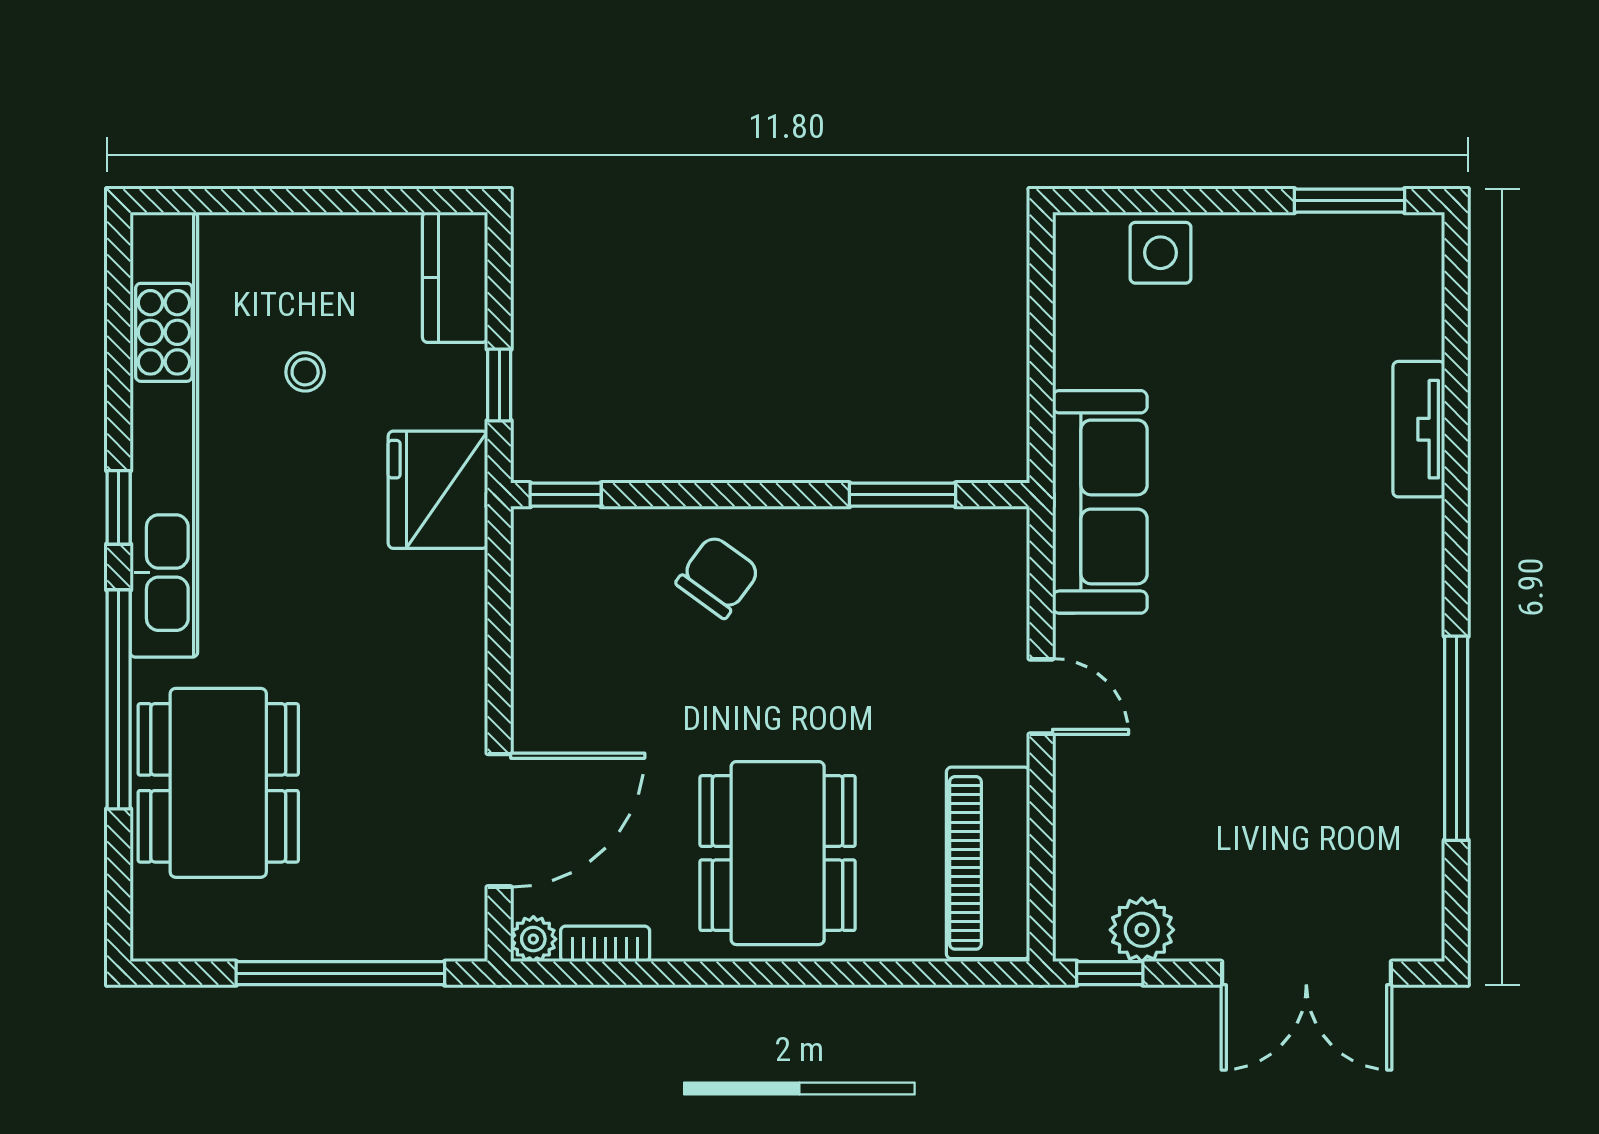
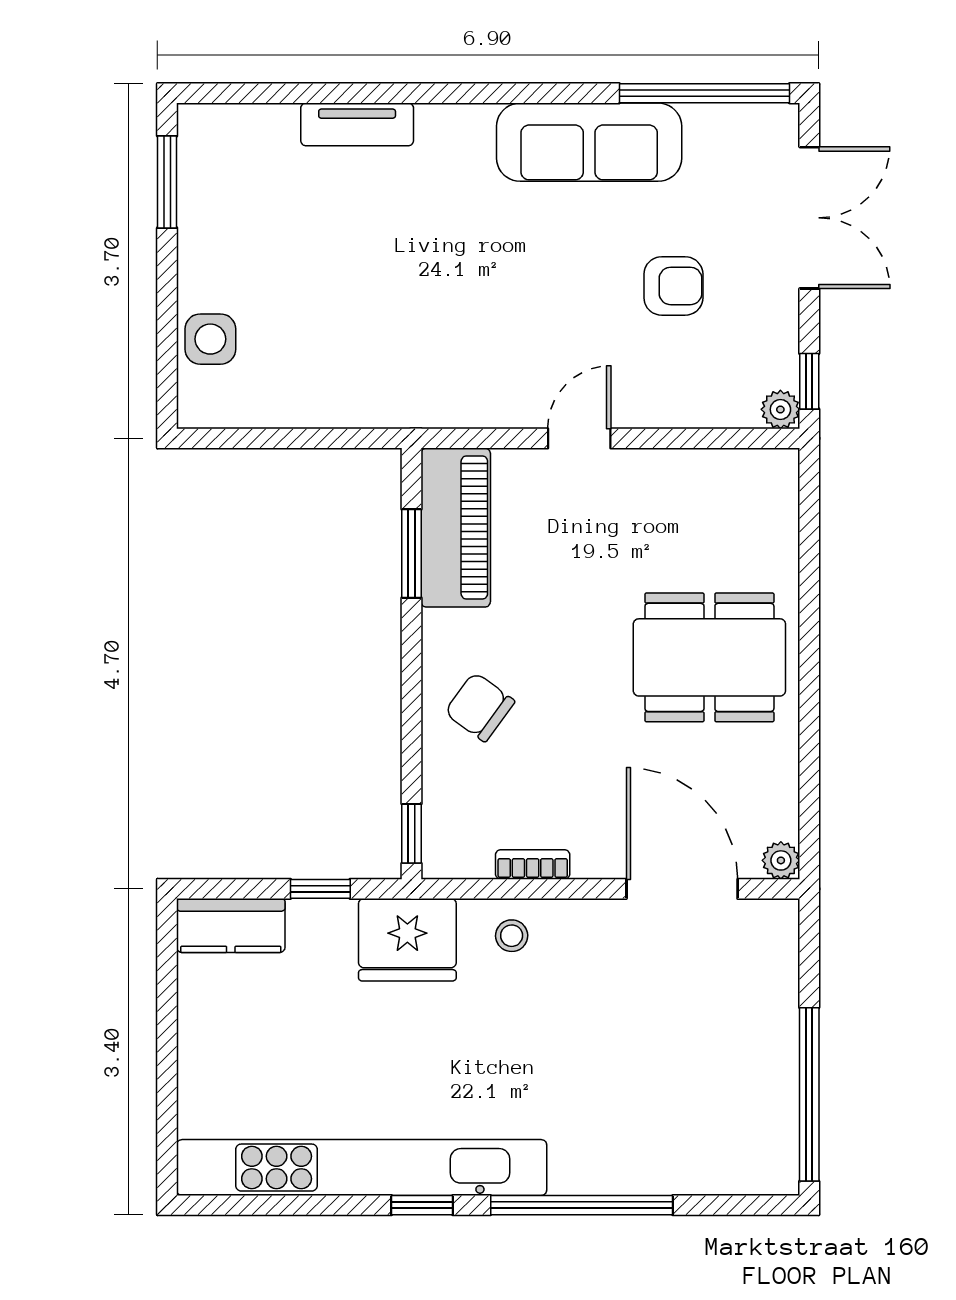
stool: (305, 372) -> (512, 936), moved
sofa: (1100, 502) -> (589, 142), moved, turned 180
window: (1456, 738) -> (704, 93), moved
dining table: (218, 783) -> (651, 1122), removed
armchair: (1224, 810) -> (673, 286), added
piano: (988, 863) -> (456, 528), moved, turned -90
plant: (1142, 930) -> (780, 409), moved, width x0.73, depth x0.73
bookcase: (605, 944) -> (533, 864), moved, turned 90
window: (340, 973) -> (809, 1094), moved

